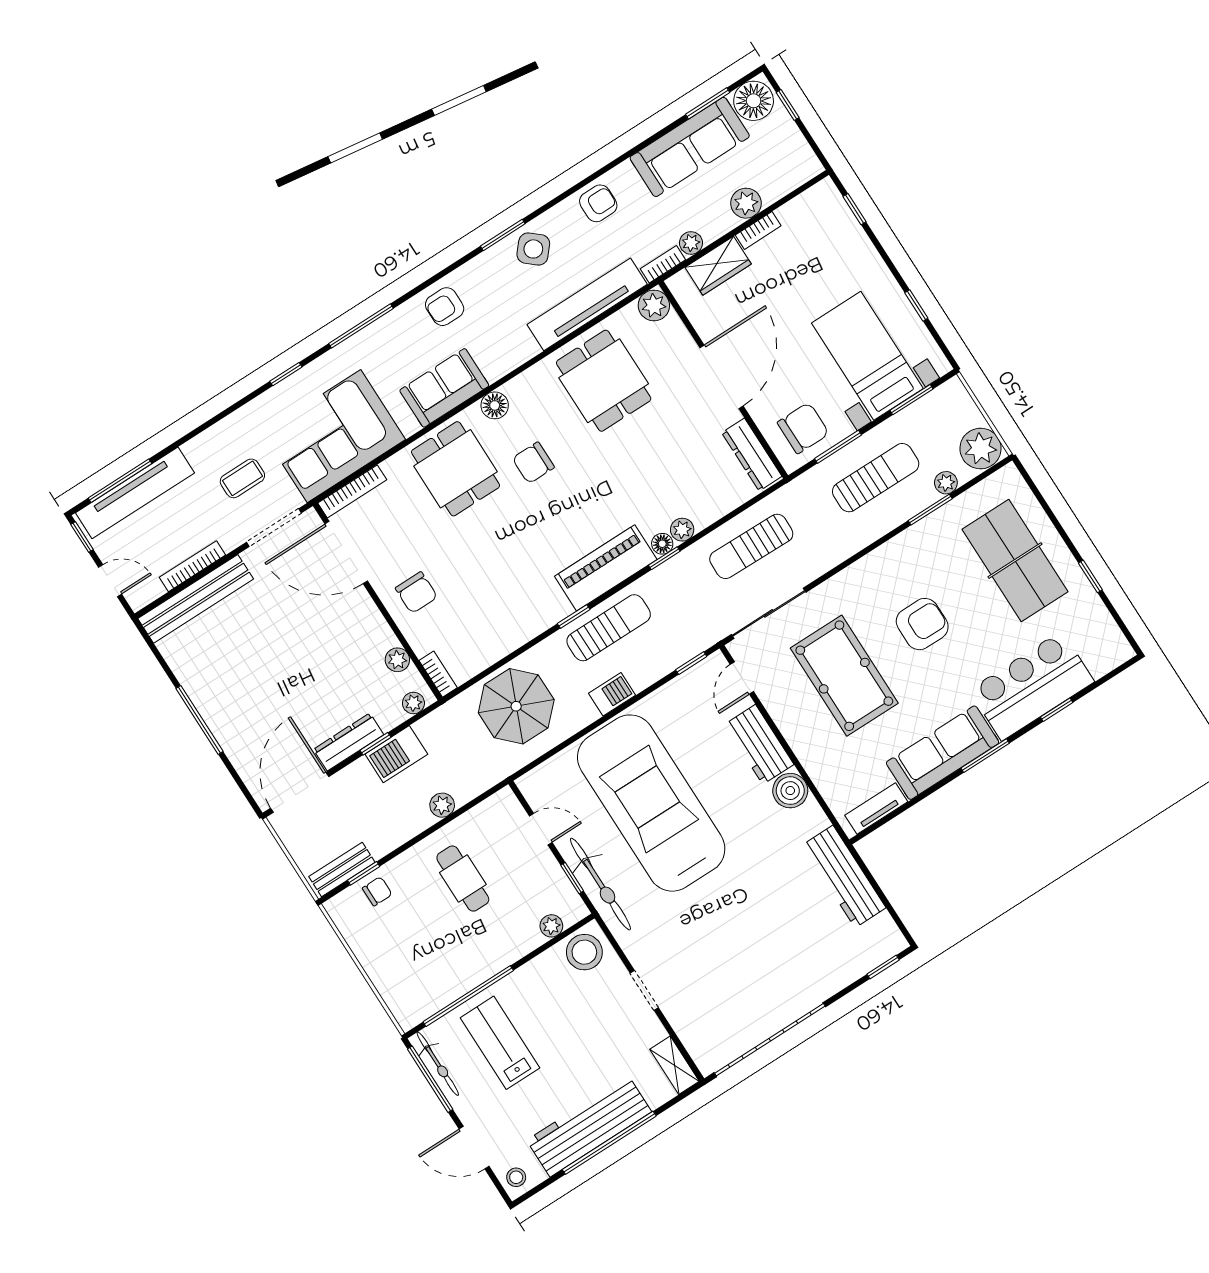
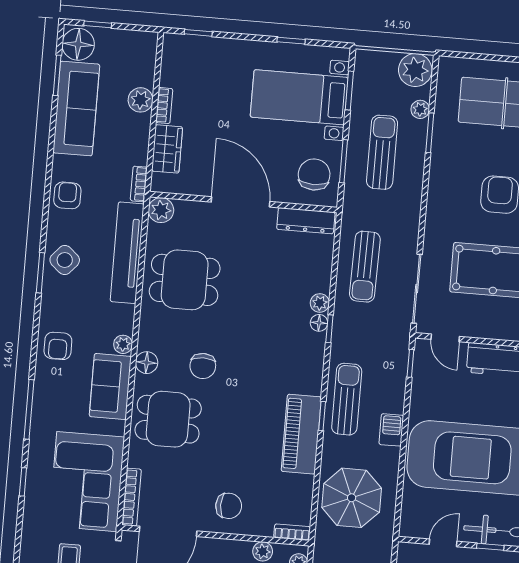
plant: (691, 243) -> (123, 344), moved
piano: (606, 568) -> (301, 434), moved

